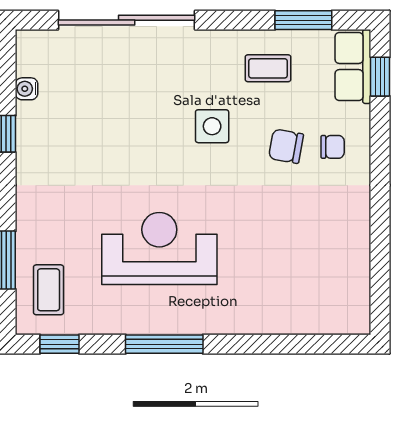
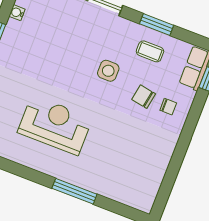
window: (303, 20) -> (157, 24), moved
window: (164, 344) -> (74, 191), moved

